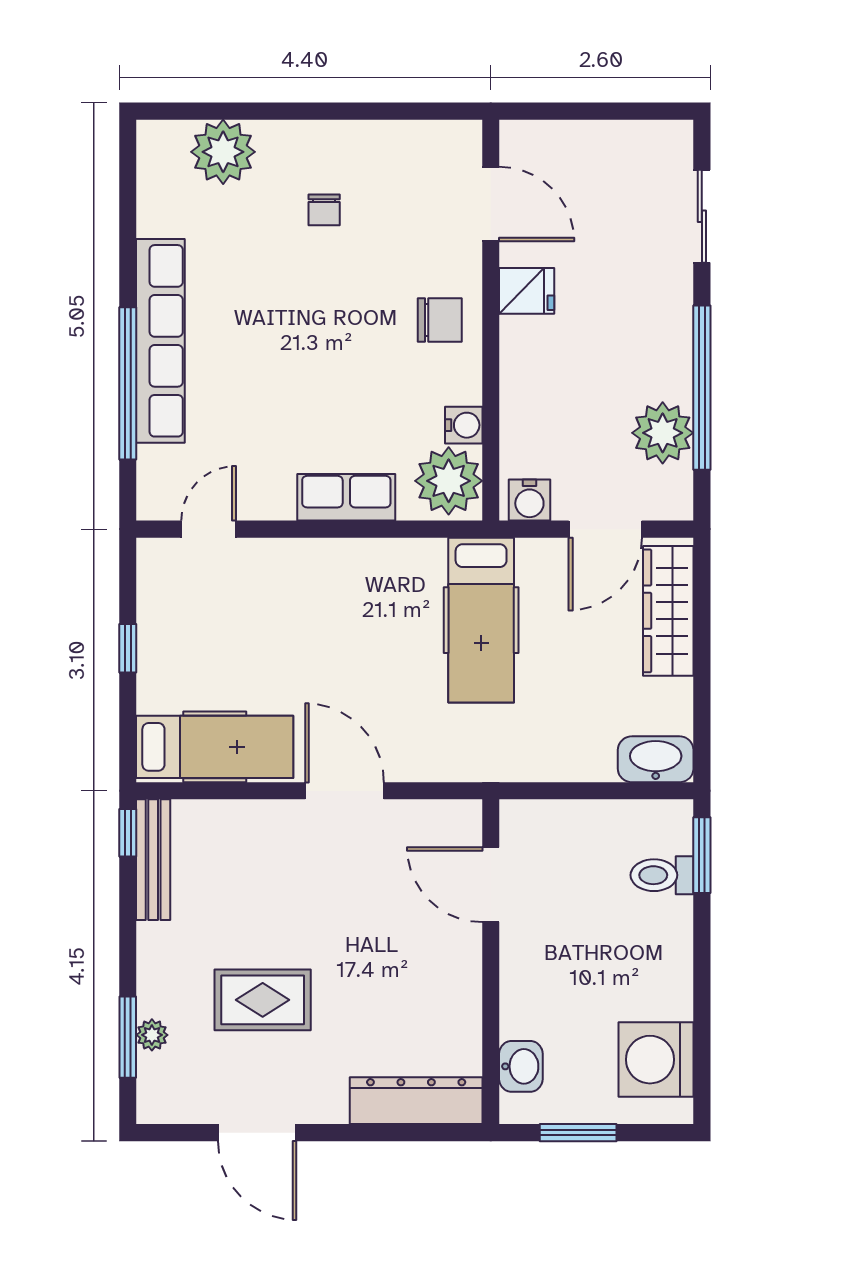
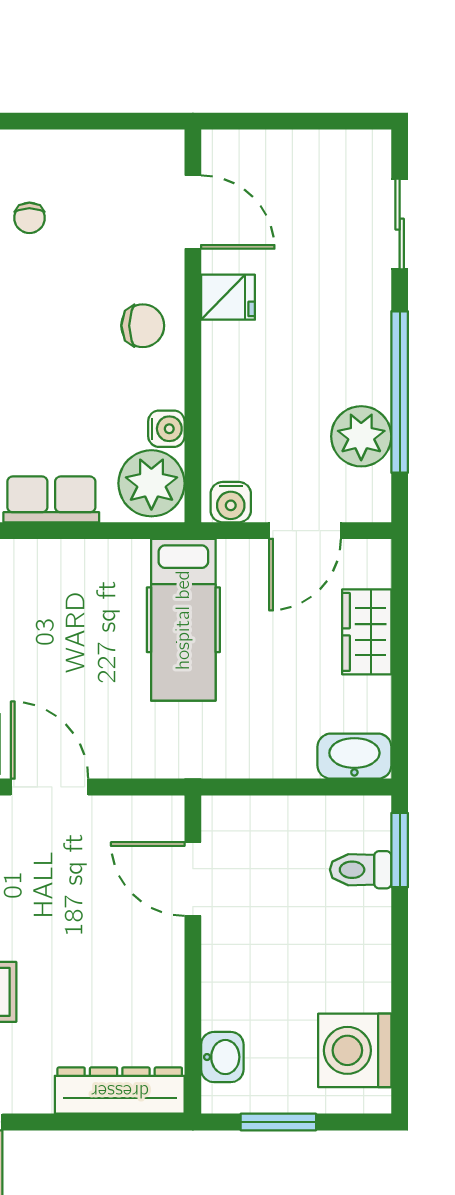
wardrobe: (668, 611) -> (367, 632), width x0.67

